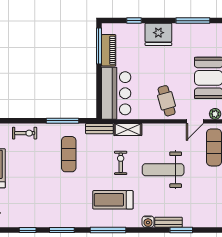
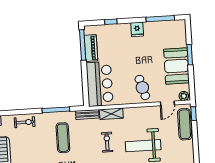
fridge: (158, 34) -> (137, 29), width x0.53, depth x0.75

